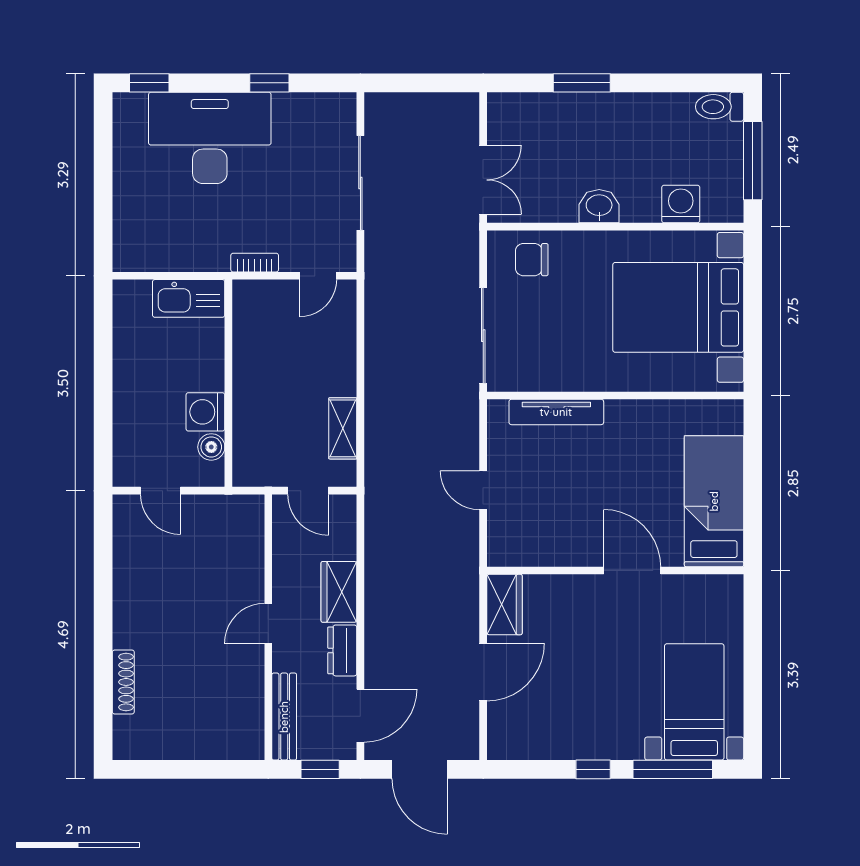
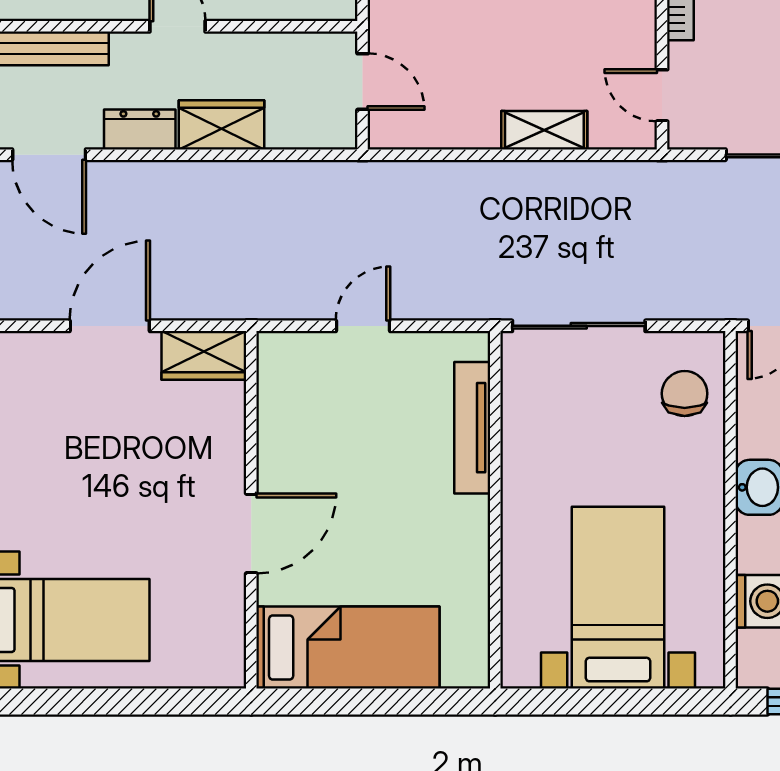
bed with nightstands: (678, 307) -> (618, 598), width x0.73
shelving: (343, 428) -> (544, 130), moved
door: (308, 491) -> (363, 82), swing flipped
door: (483, 672) -> (110, 326), swing flipped

